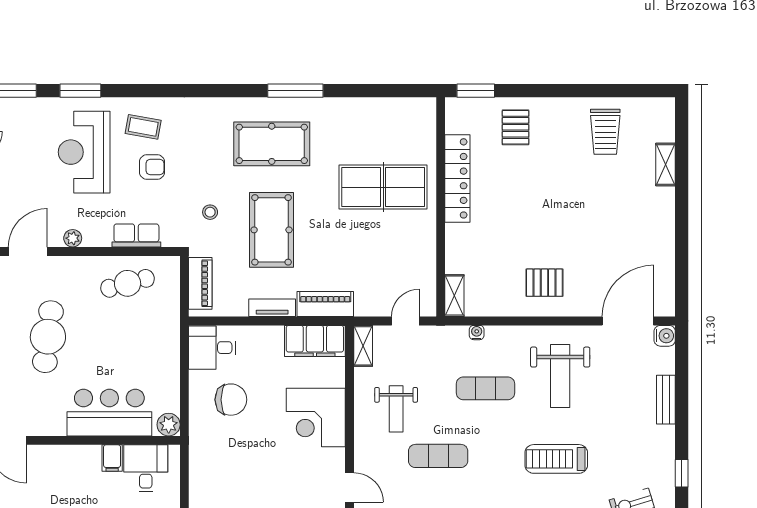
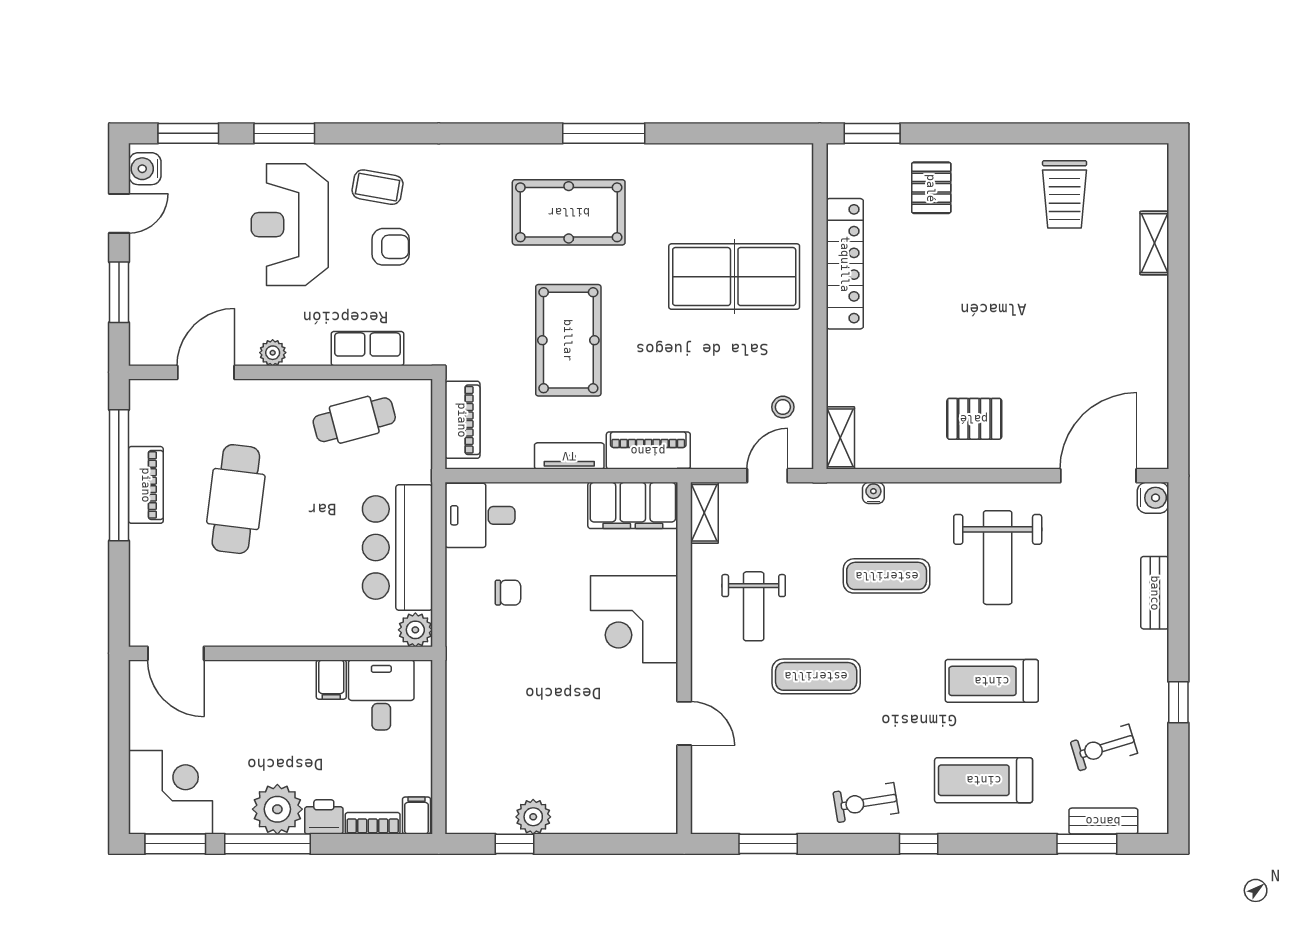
stool: (210, 212) -> (783, 407), moved
chair: (231, 400) -> (508, 593), width x0.54, depth x0.54
bar counter: (109, 413) -> (397, 548), moved, turned -90

